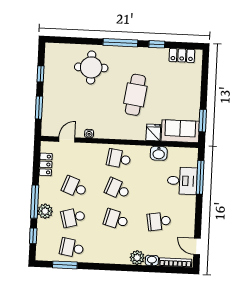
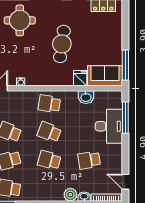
window: (203, 121) -> (125, 65), width x1.44
desk: (182, 181) -> (109, 126), width x1.37

